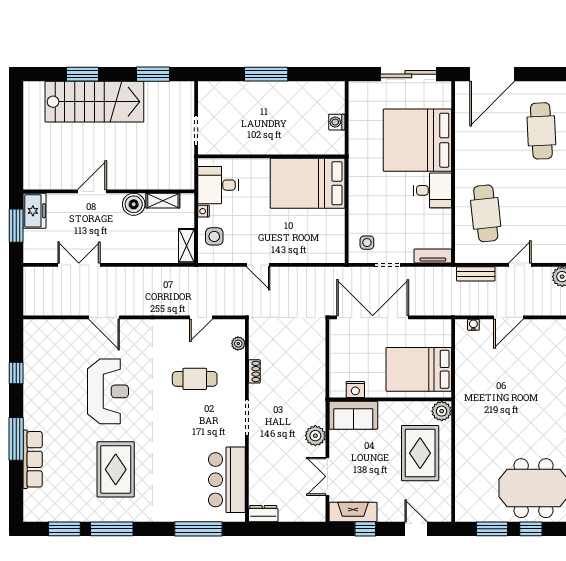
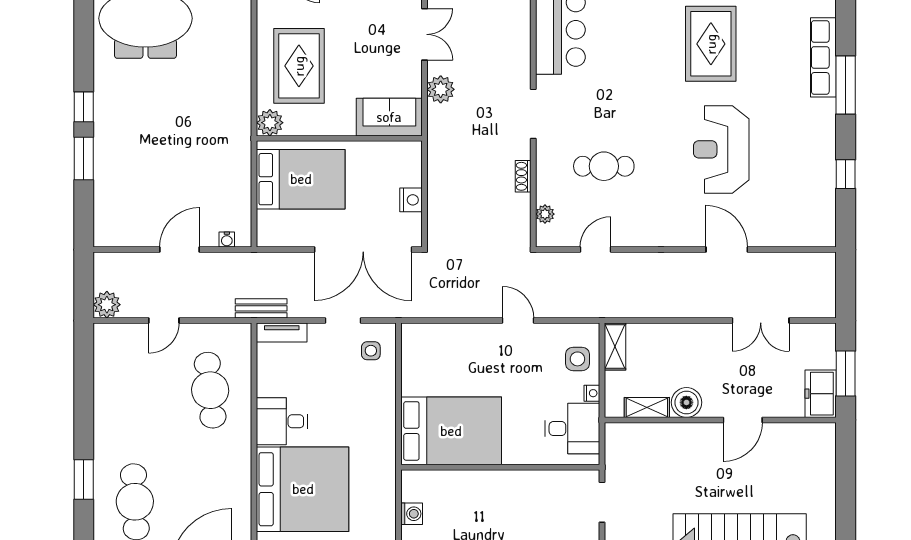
bench: (476, 274) -> (261, 308), moved
nightstand: (355, 390) -> (411, 200), moved, turned 90

